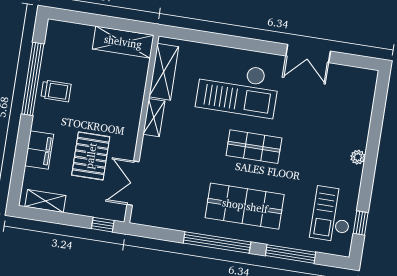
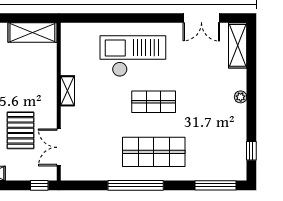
double door: (308, 54) -> (201, 18), moved
shelving: (164, 72) -> (238, 45), moved
checkout: (238, 89) -> (133, 56), turned 180
checkout: (332, 214) -> (227, 147), removed
window: (291, 254) -> (216, 185), moved

